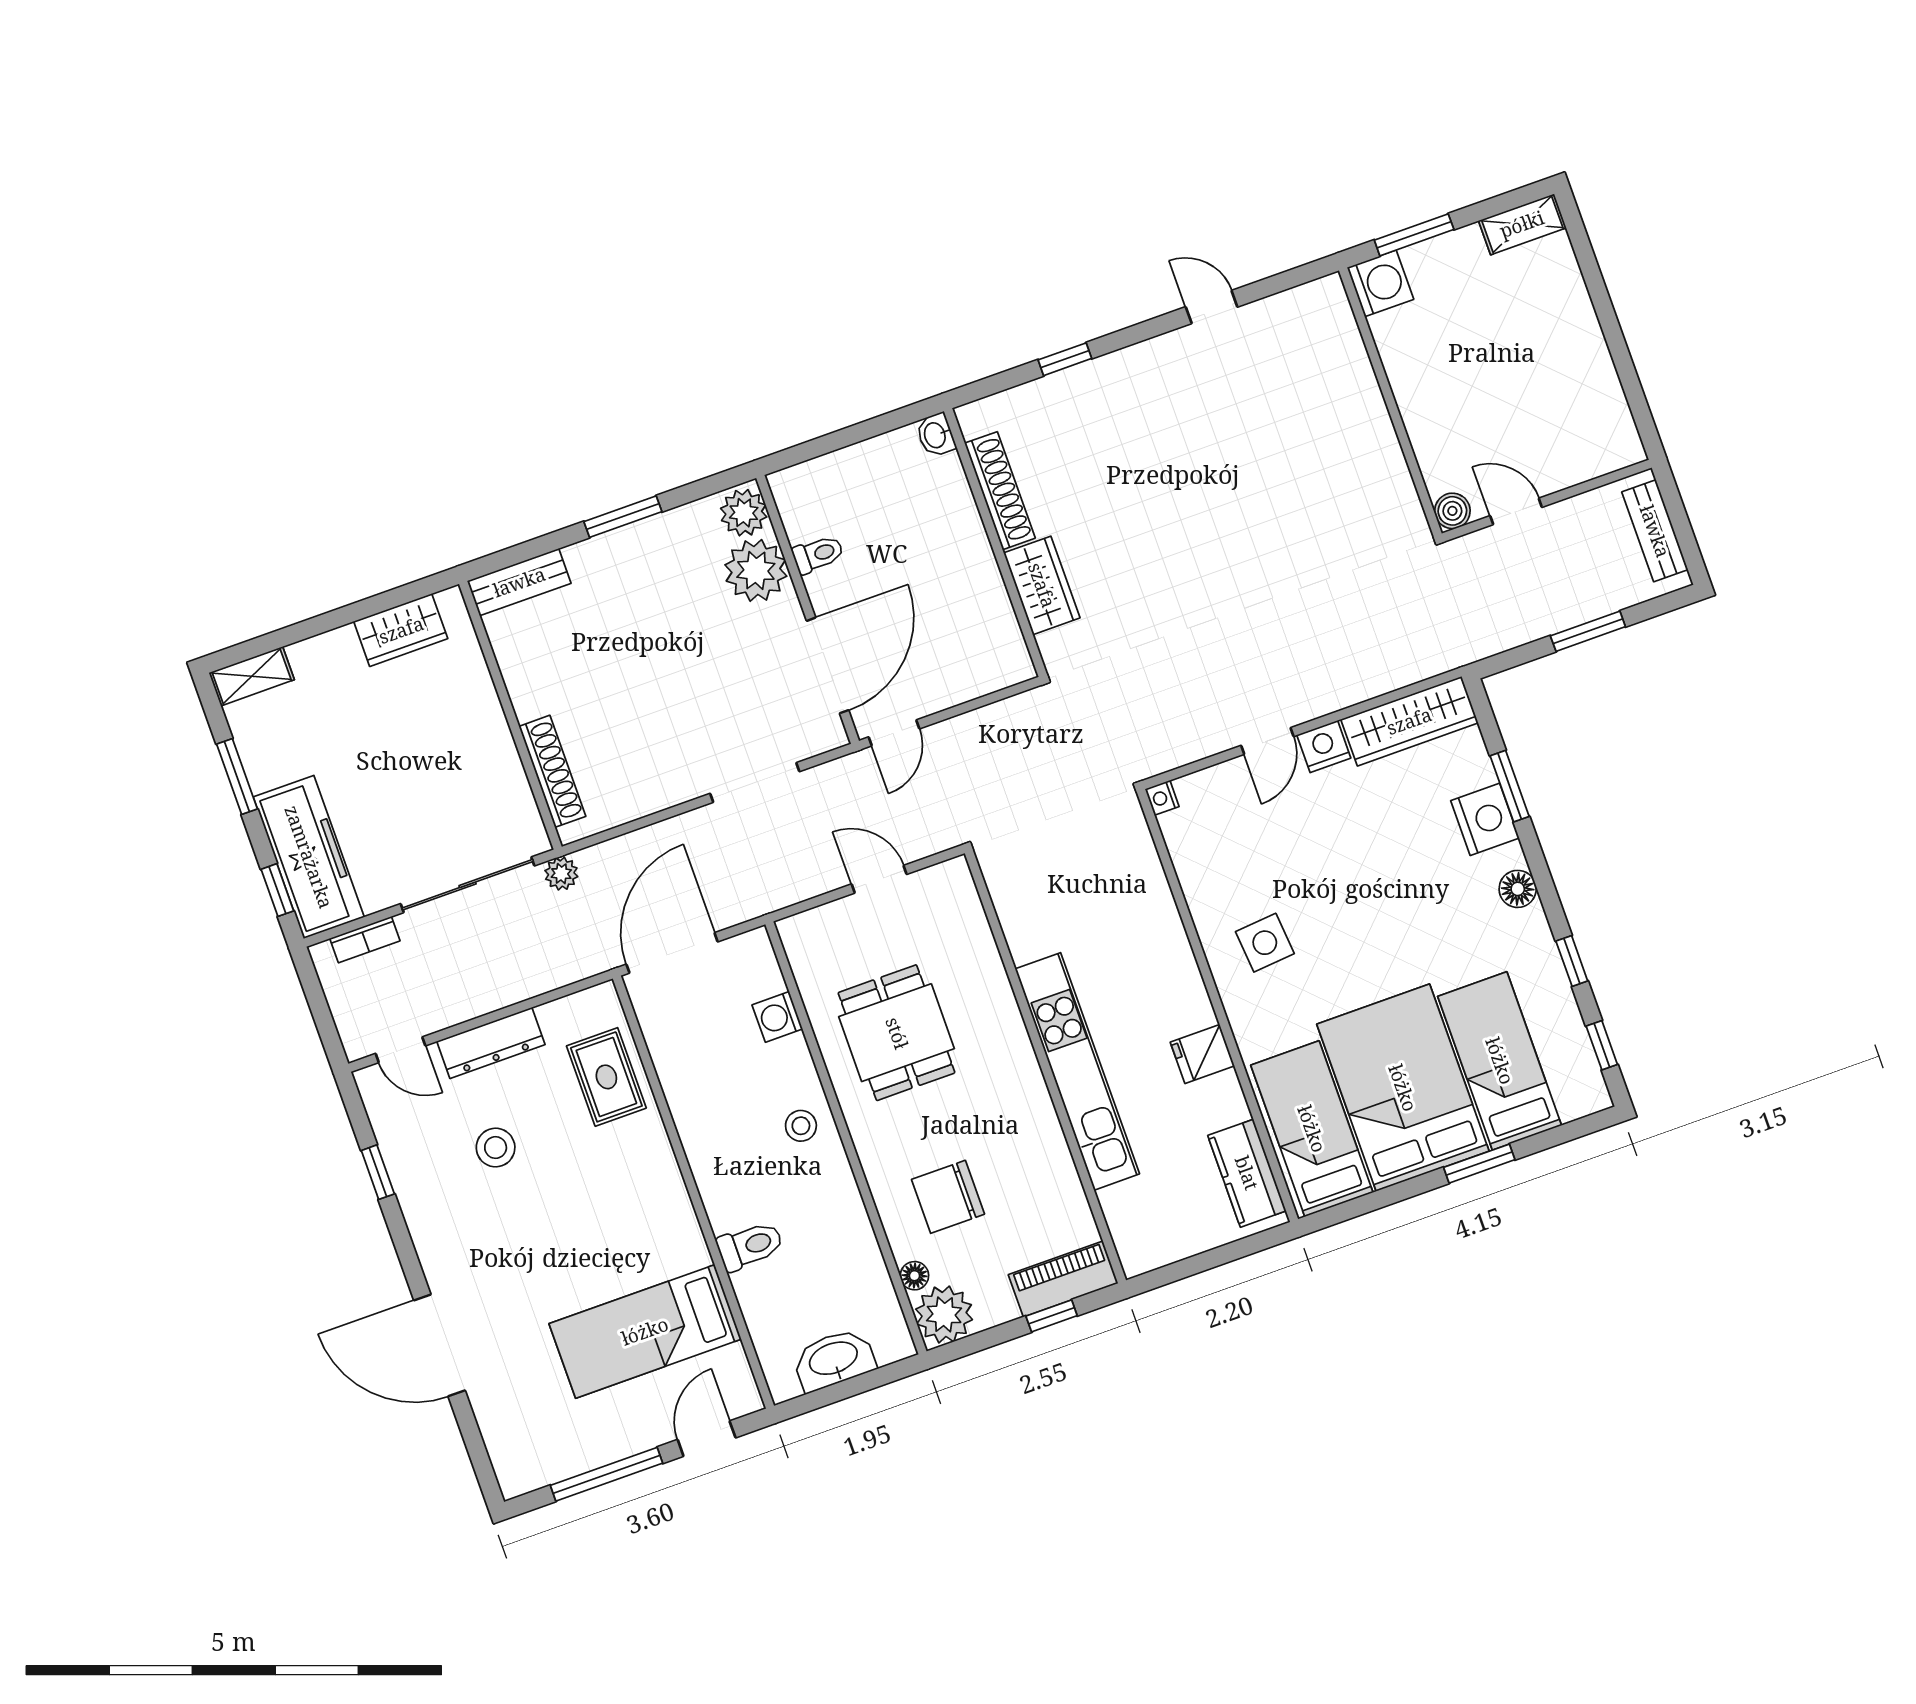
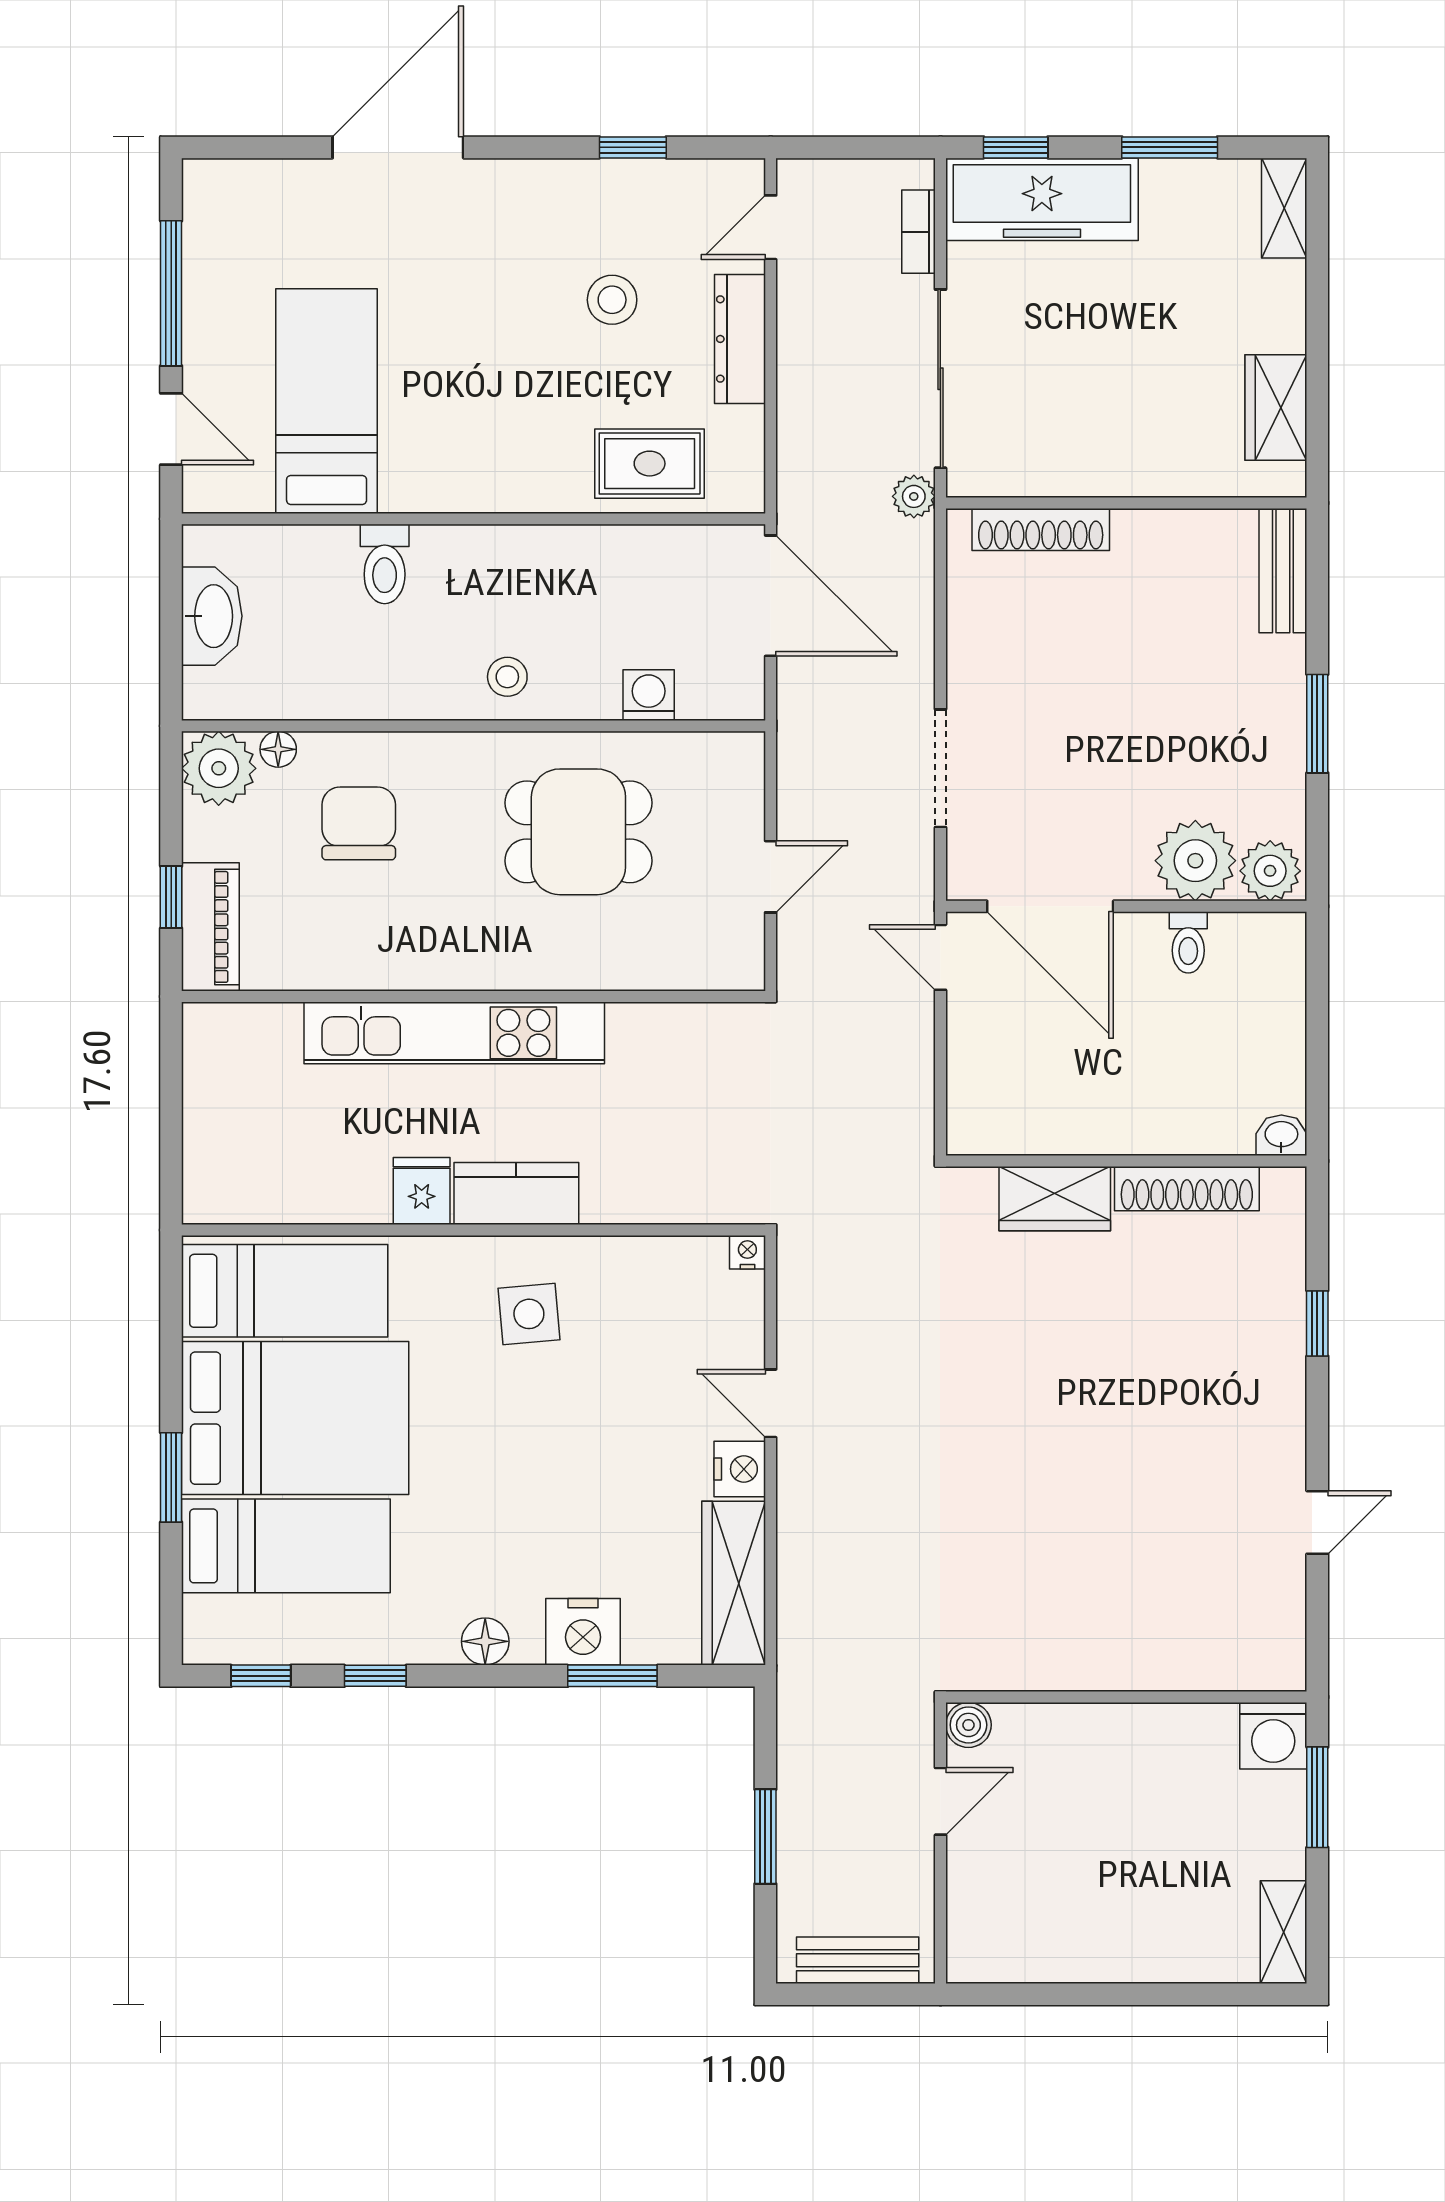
kitchen counter: (1247, 1173) -> (516, 1194), moved

